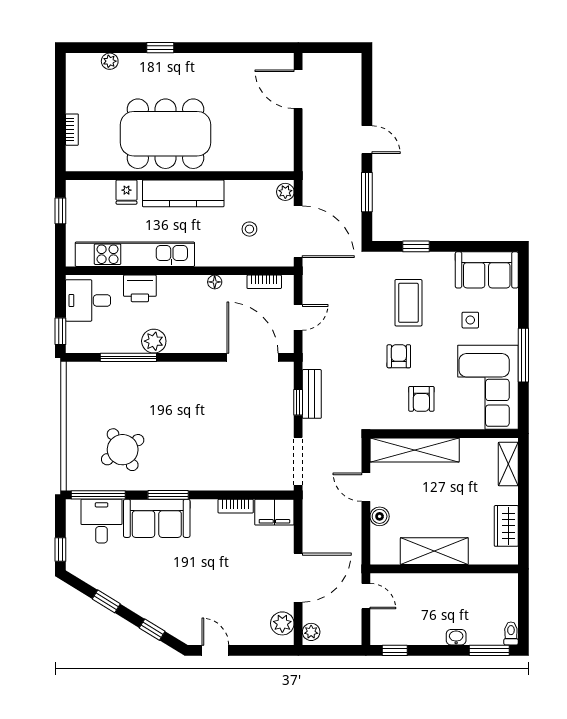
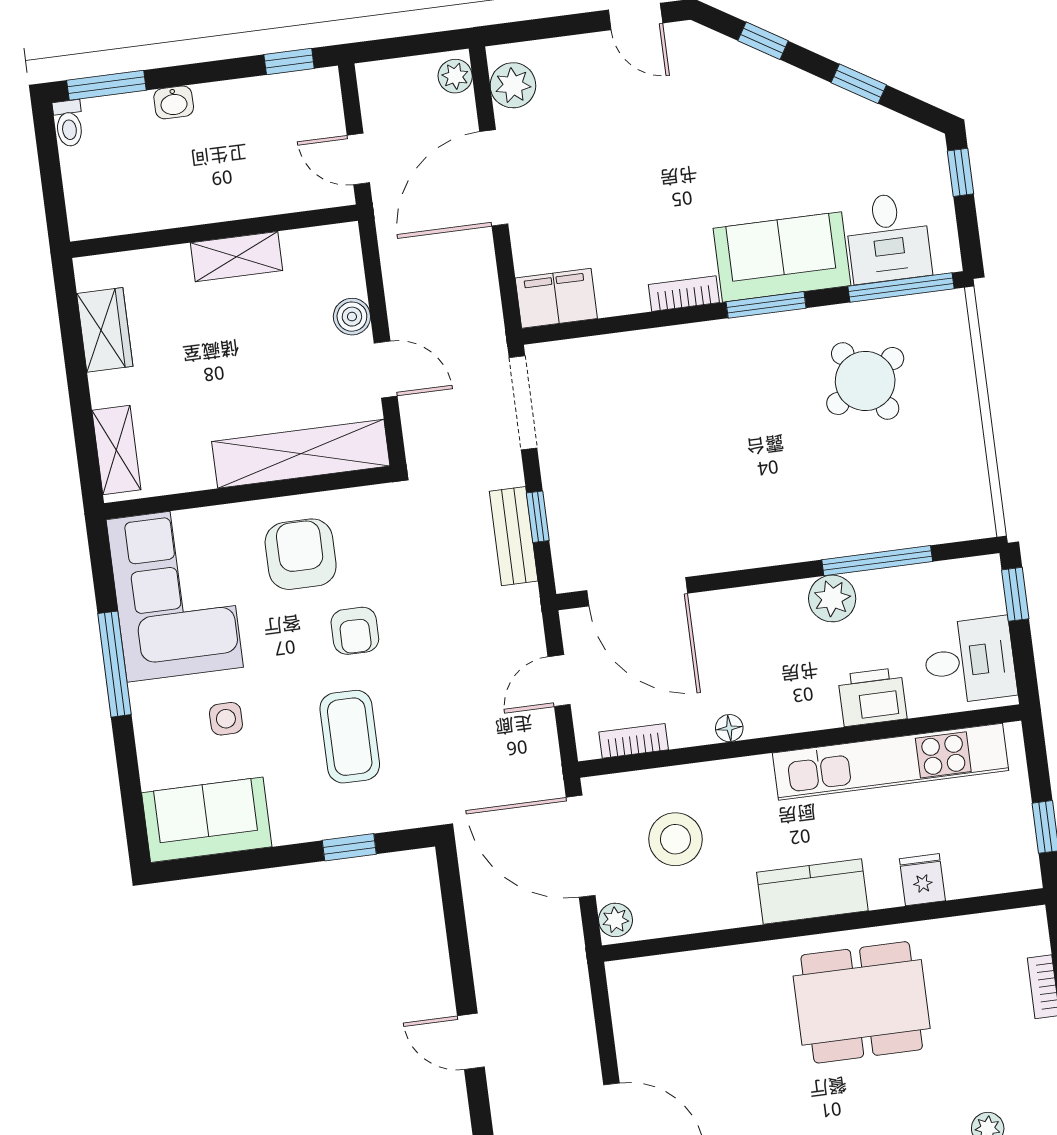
dining table: (165, 134) -> (862, 1002), width x0.73, depth x0.80
window: (367, 192) -> (458, 940), removed
kitchen counter: (183, 193) -> (812, 891), width x0.67
stool: (249, 229) -> (675, 839), width x1.89, depth x1.89
armchair: (421, 399) -> (301, 554), width x1.38, depth x1.38
bookcase: (236, 506) -> (684, 294), moved
shelving: (434, 551) -> (237, 257), width x0.67, depth x0.75

